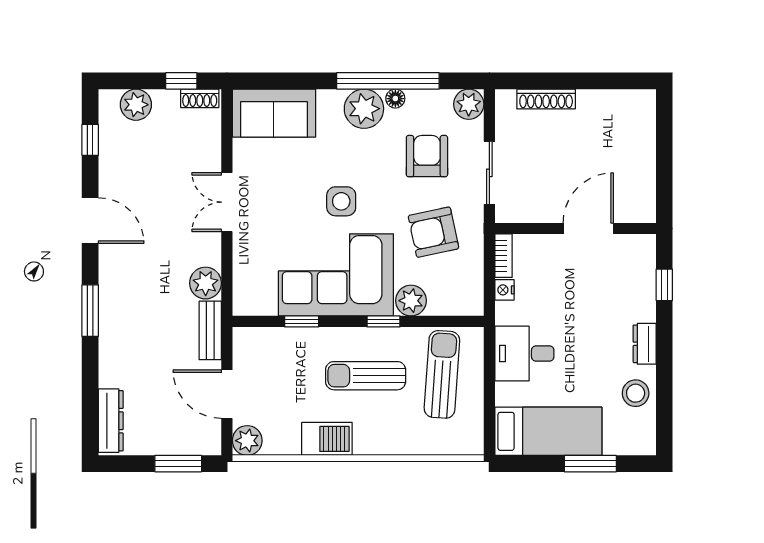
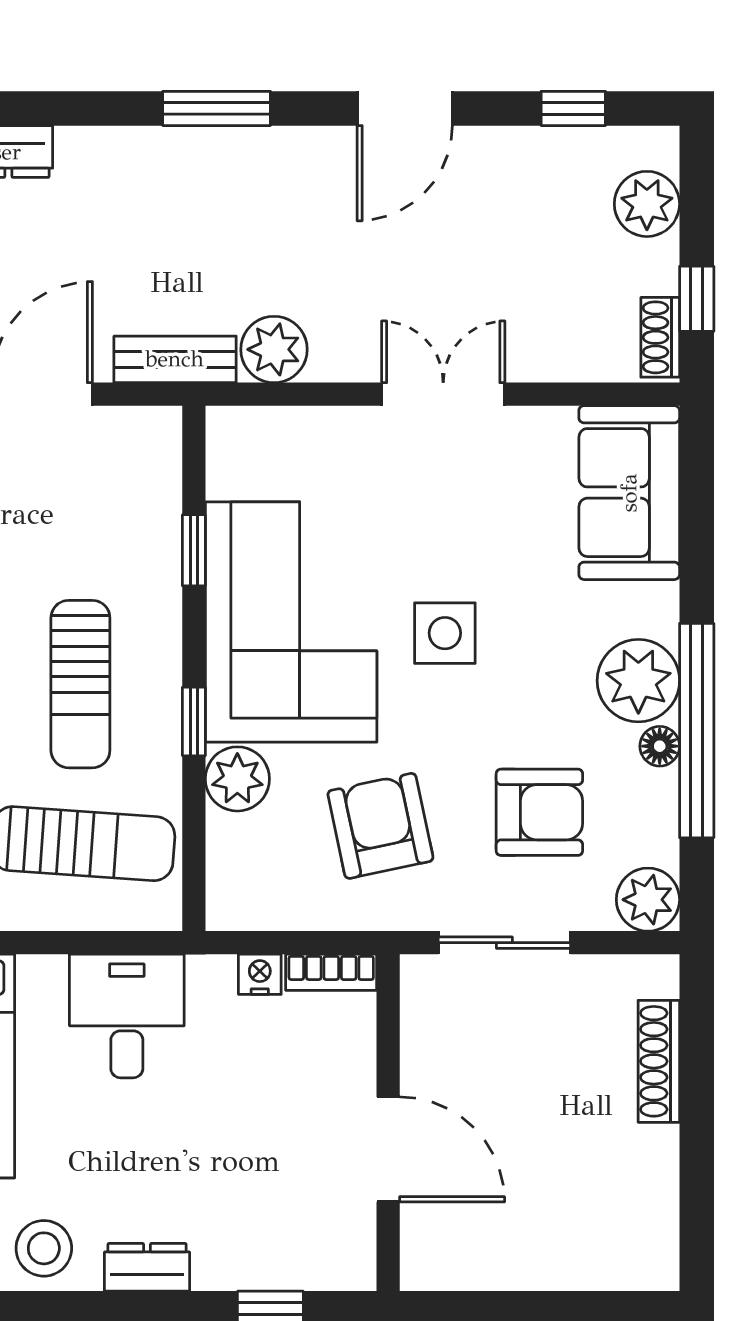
sun lounger: (366, 376) -> (80, 684), turned 180

